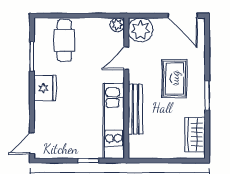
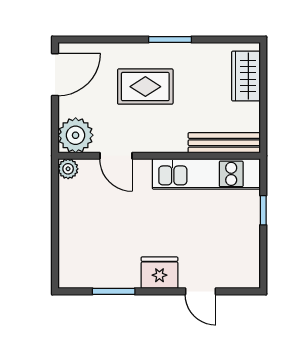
cafe table: (64, 40) -> (91, 245), removed
bench: (135, 109) -> (224, 143), moved
wardrobe: (195, 135) -> (246, 76), moved, turned 90
door: (32, 143) -> (200, 291), moved

